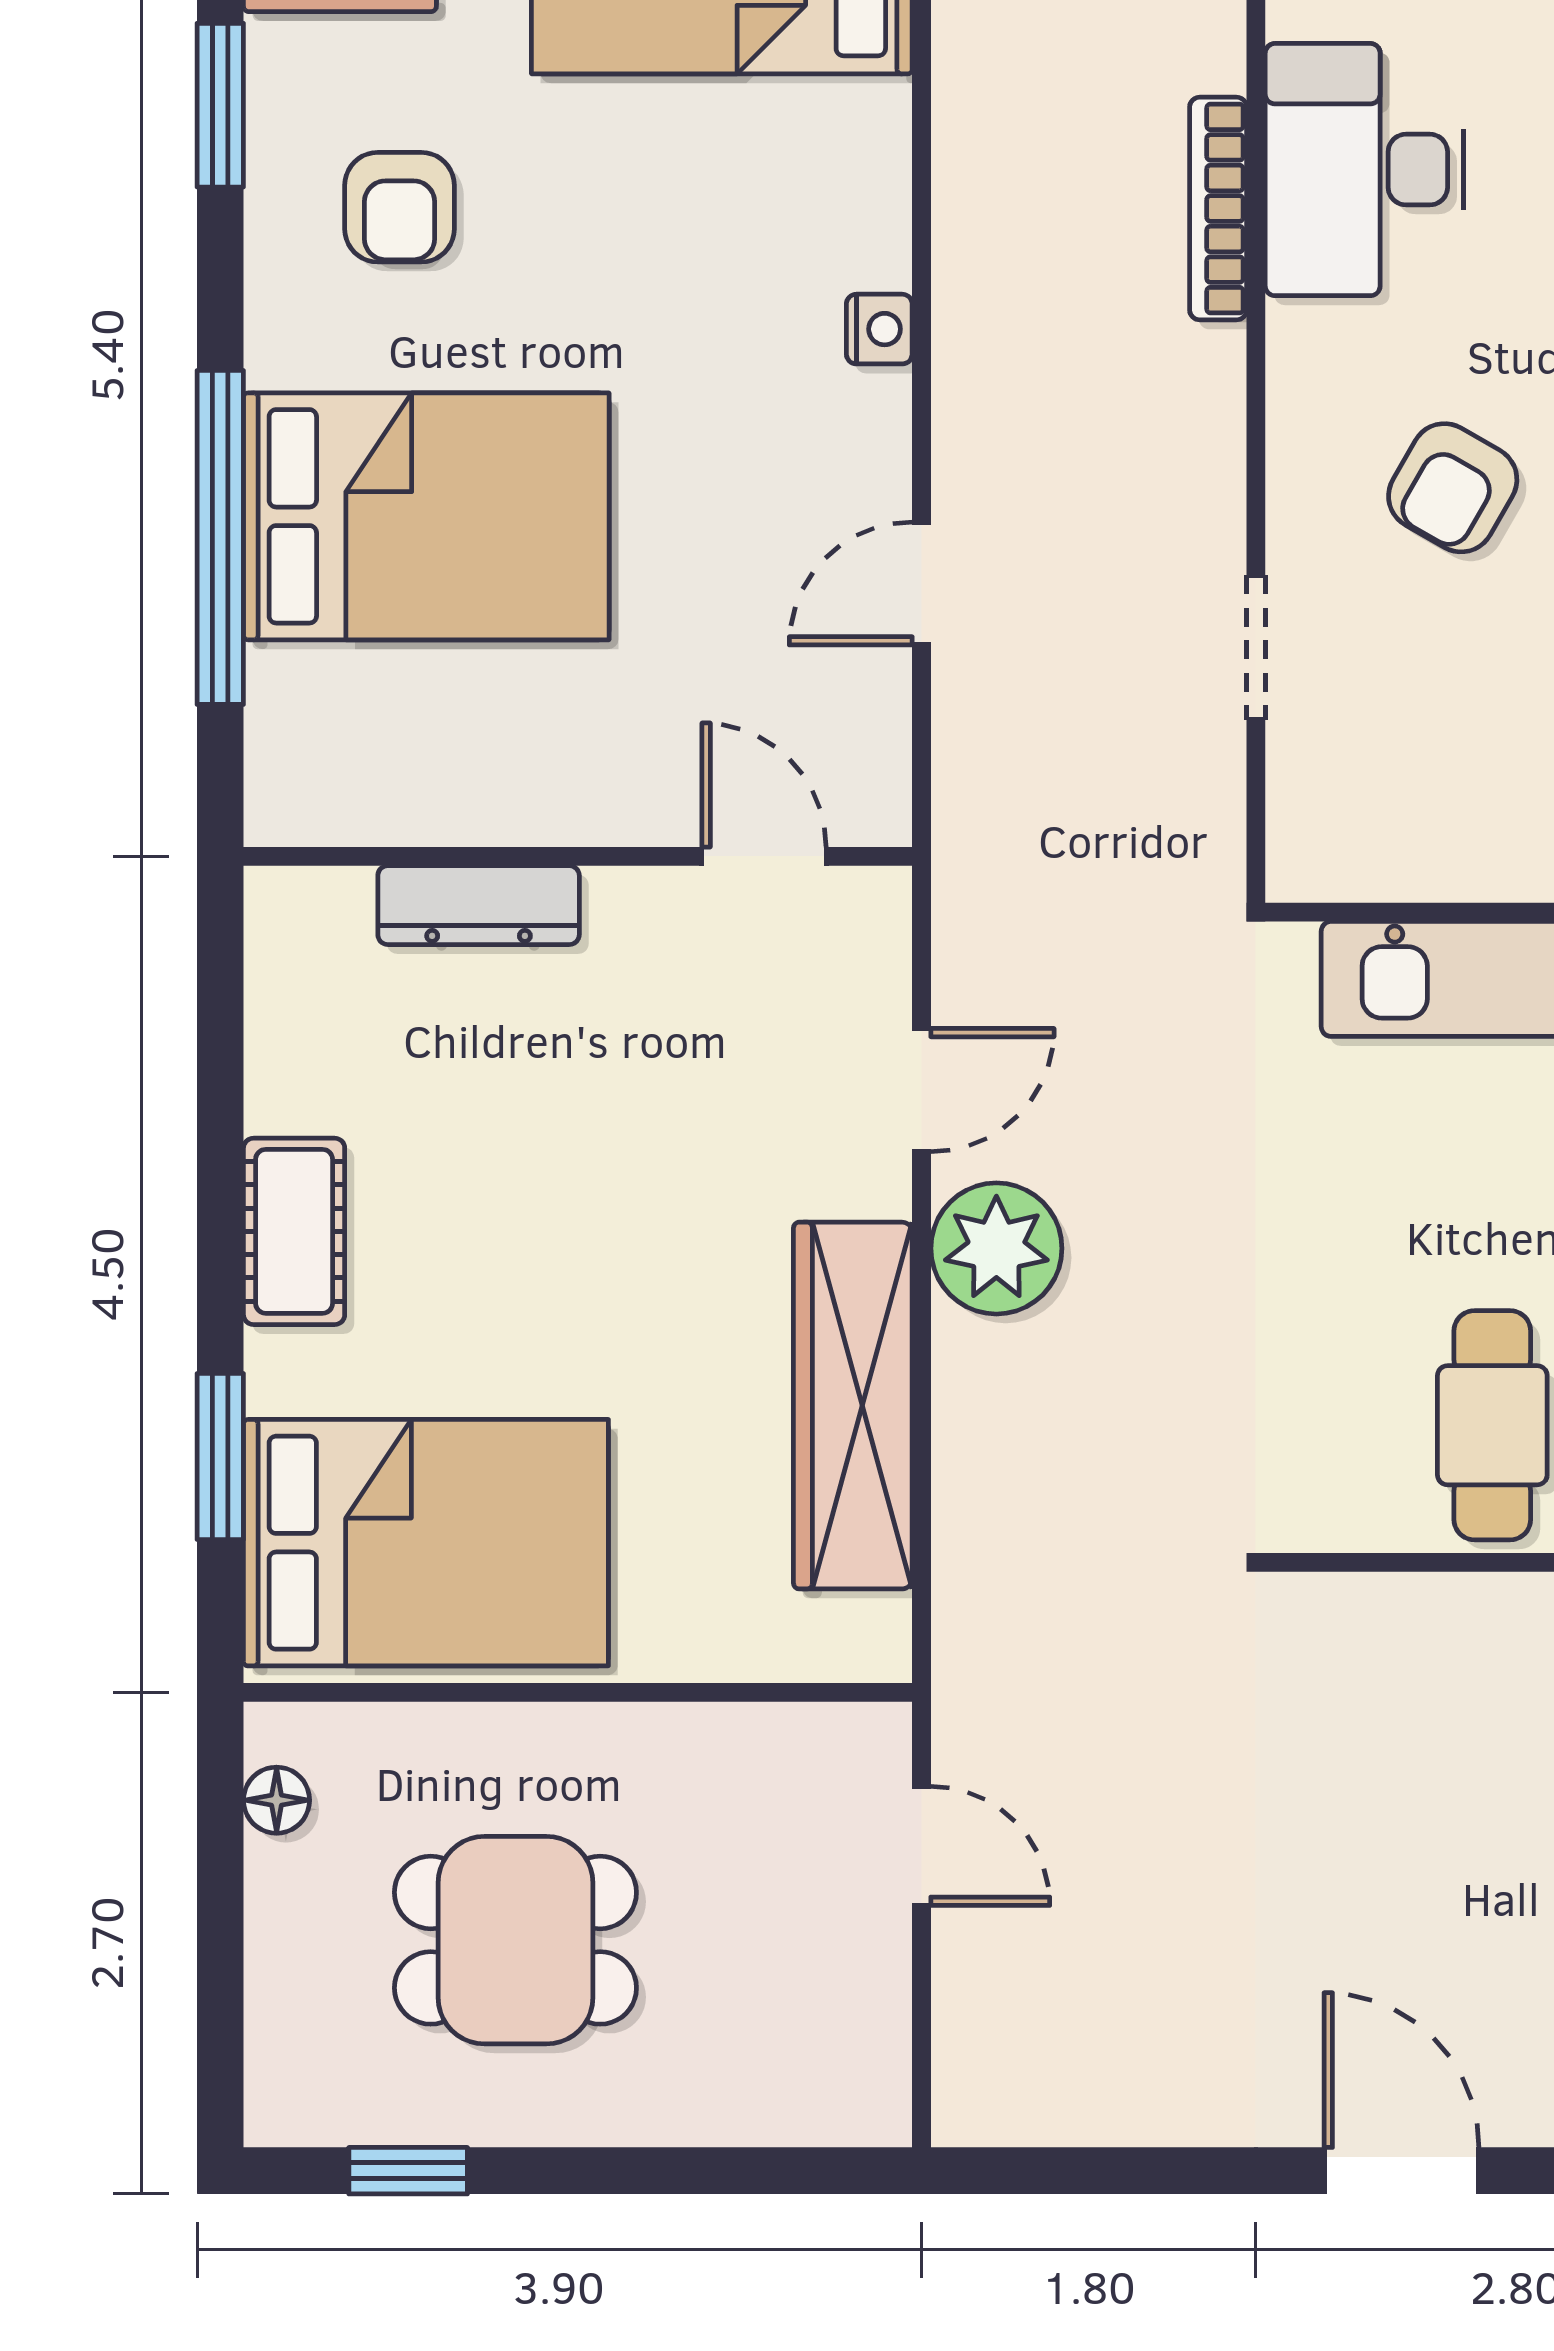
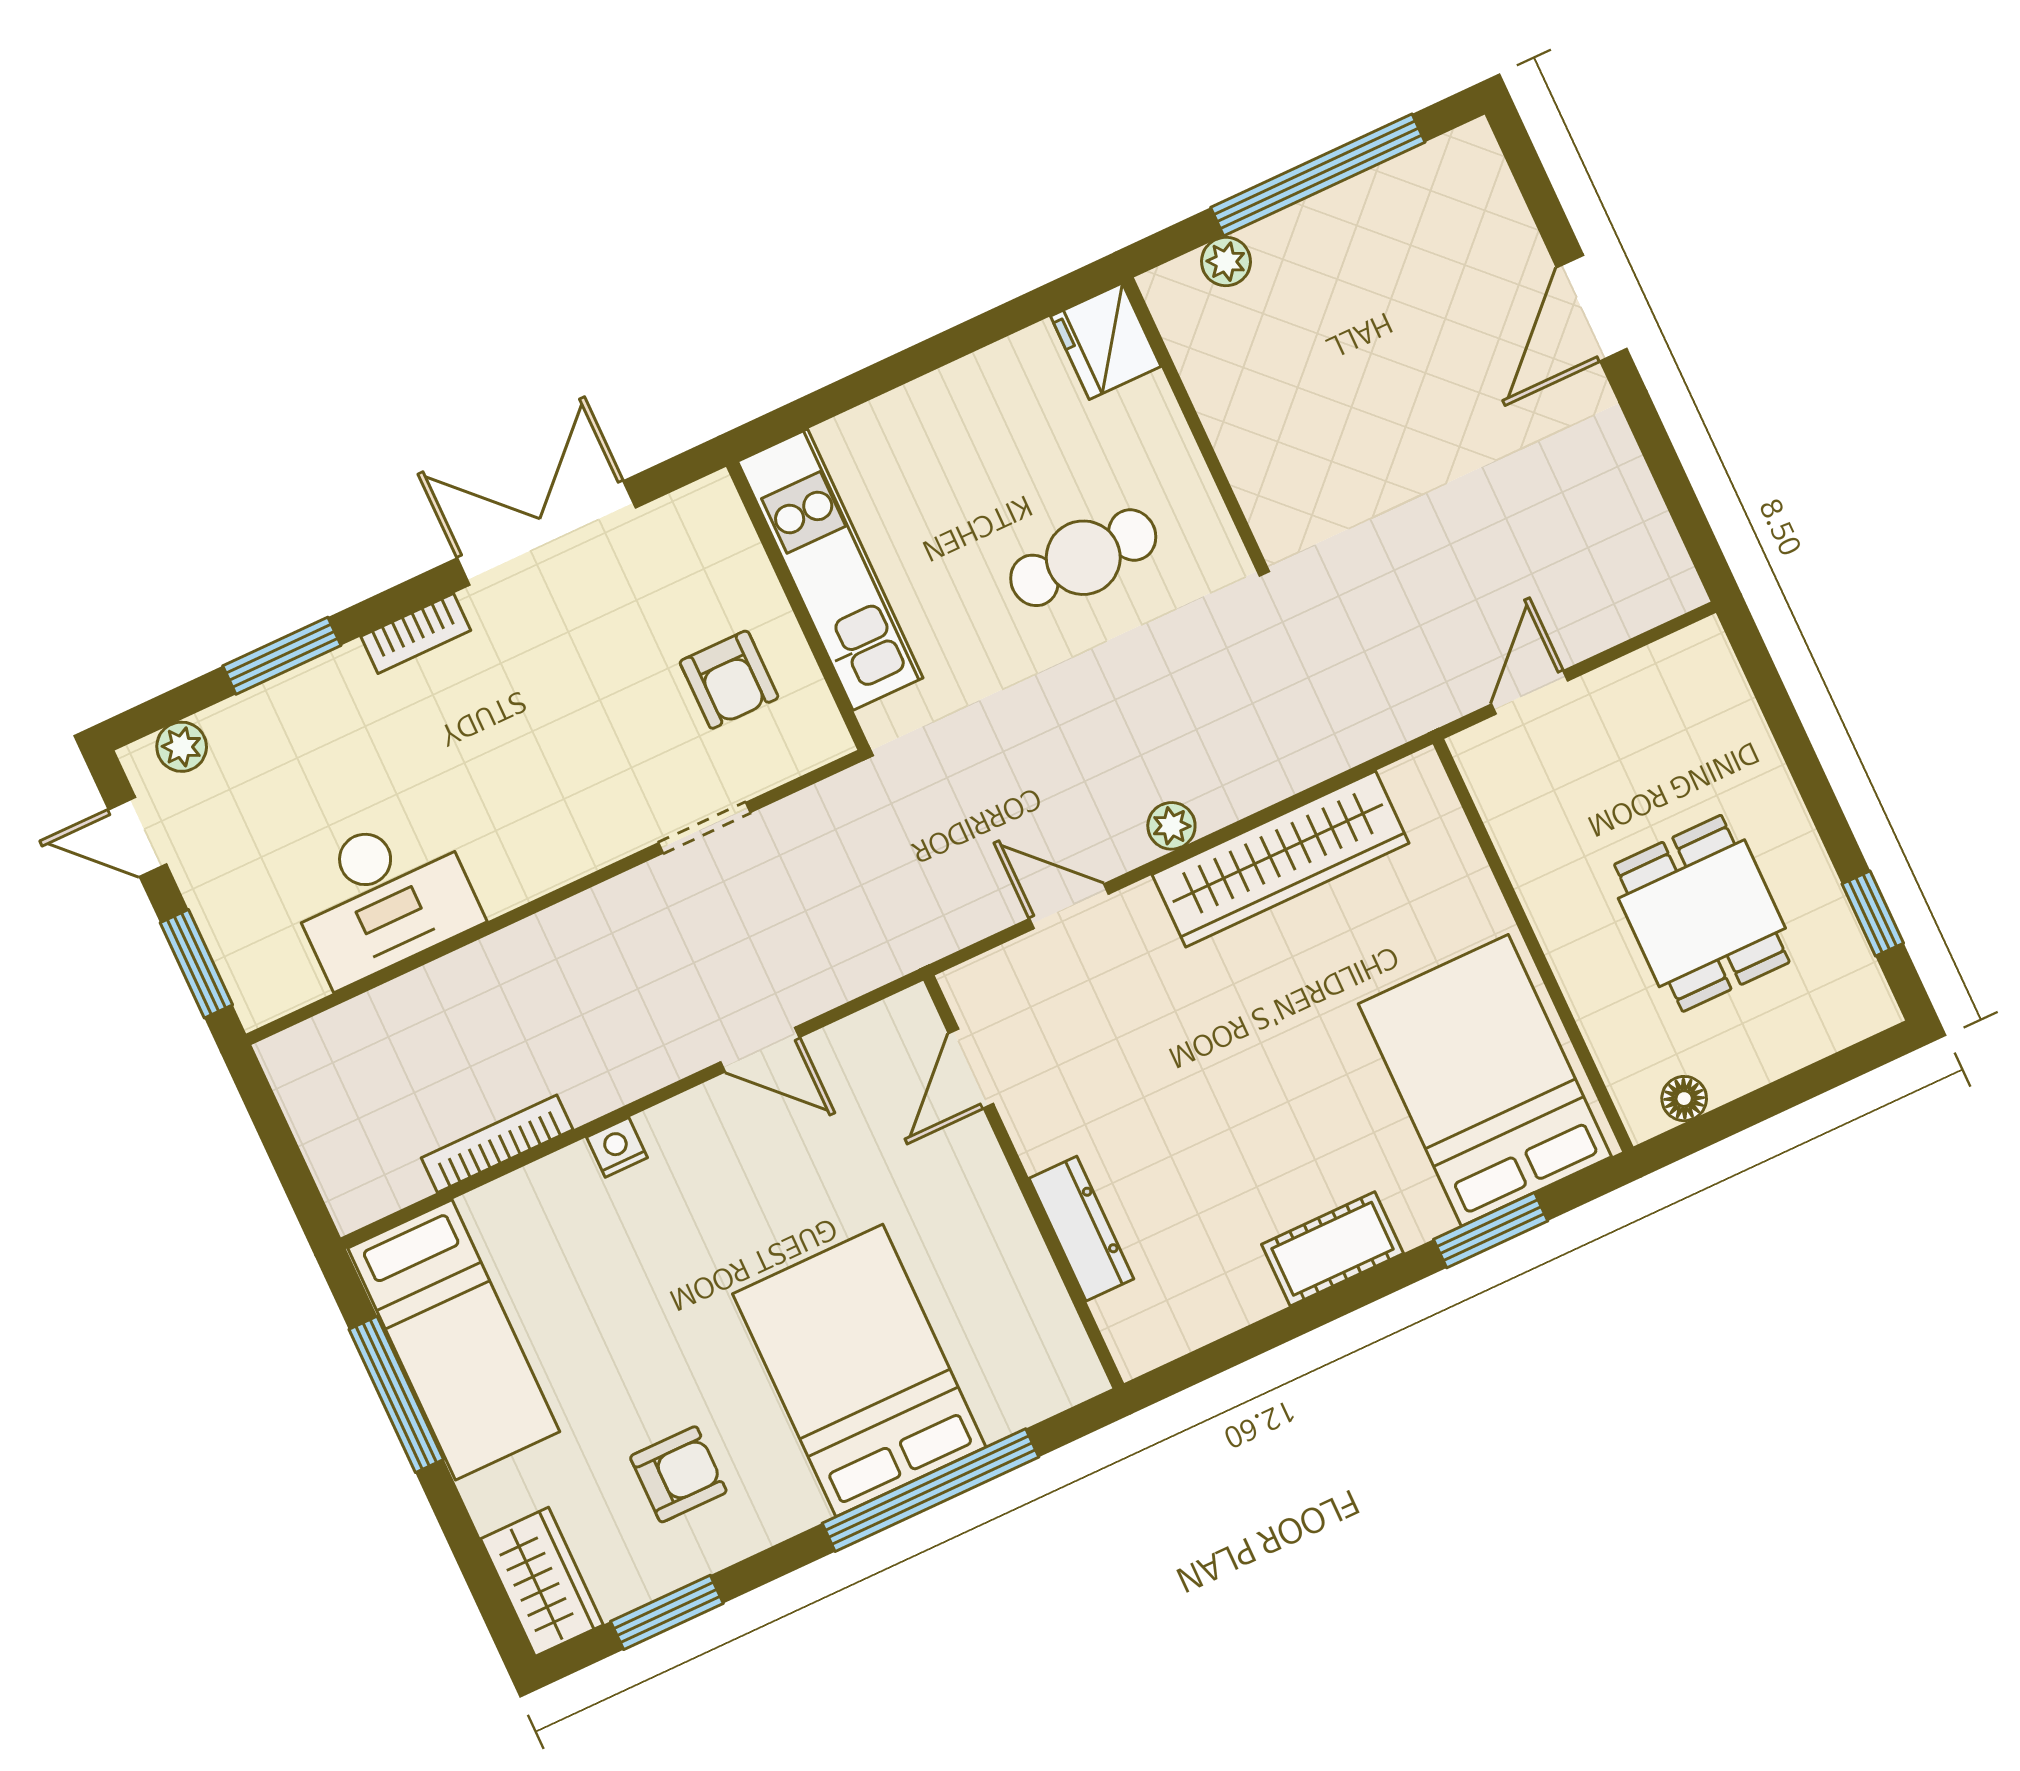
bookcase: (1218, 209) -> (497, 1144), moved, turned 180
armchair: (1453, 488) -> (729, 680), moved, turned 60
plant: (996, 1248) -> (1171, 826), width x0.53, depth x0.53
cafe table: (1492, 1425) -> (1083, 558), moved

